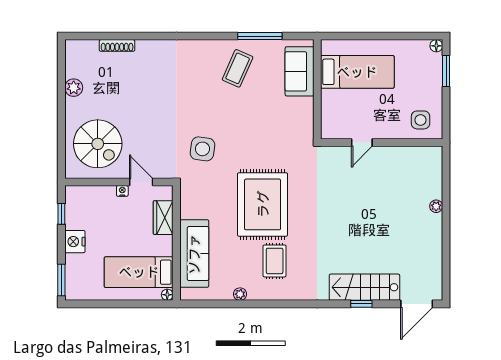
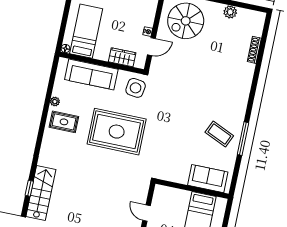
window: (260, 36) -> (243, 139), moved
side table: (202, 149) -> (136, 88), moved
rug: (275, 261) -> (64, 122), moved

